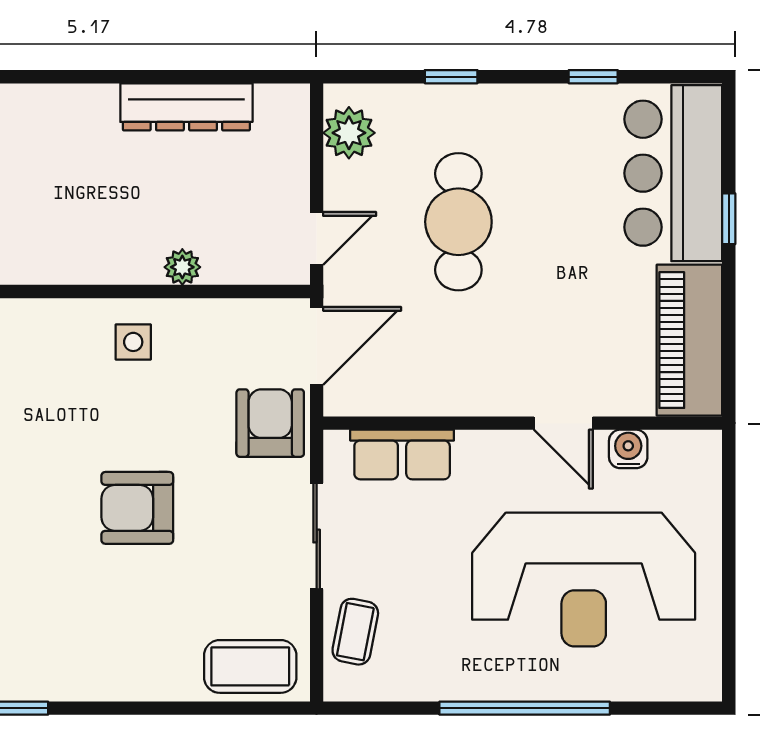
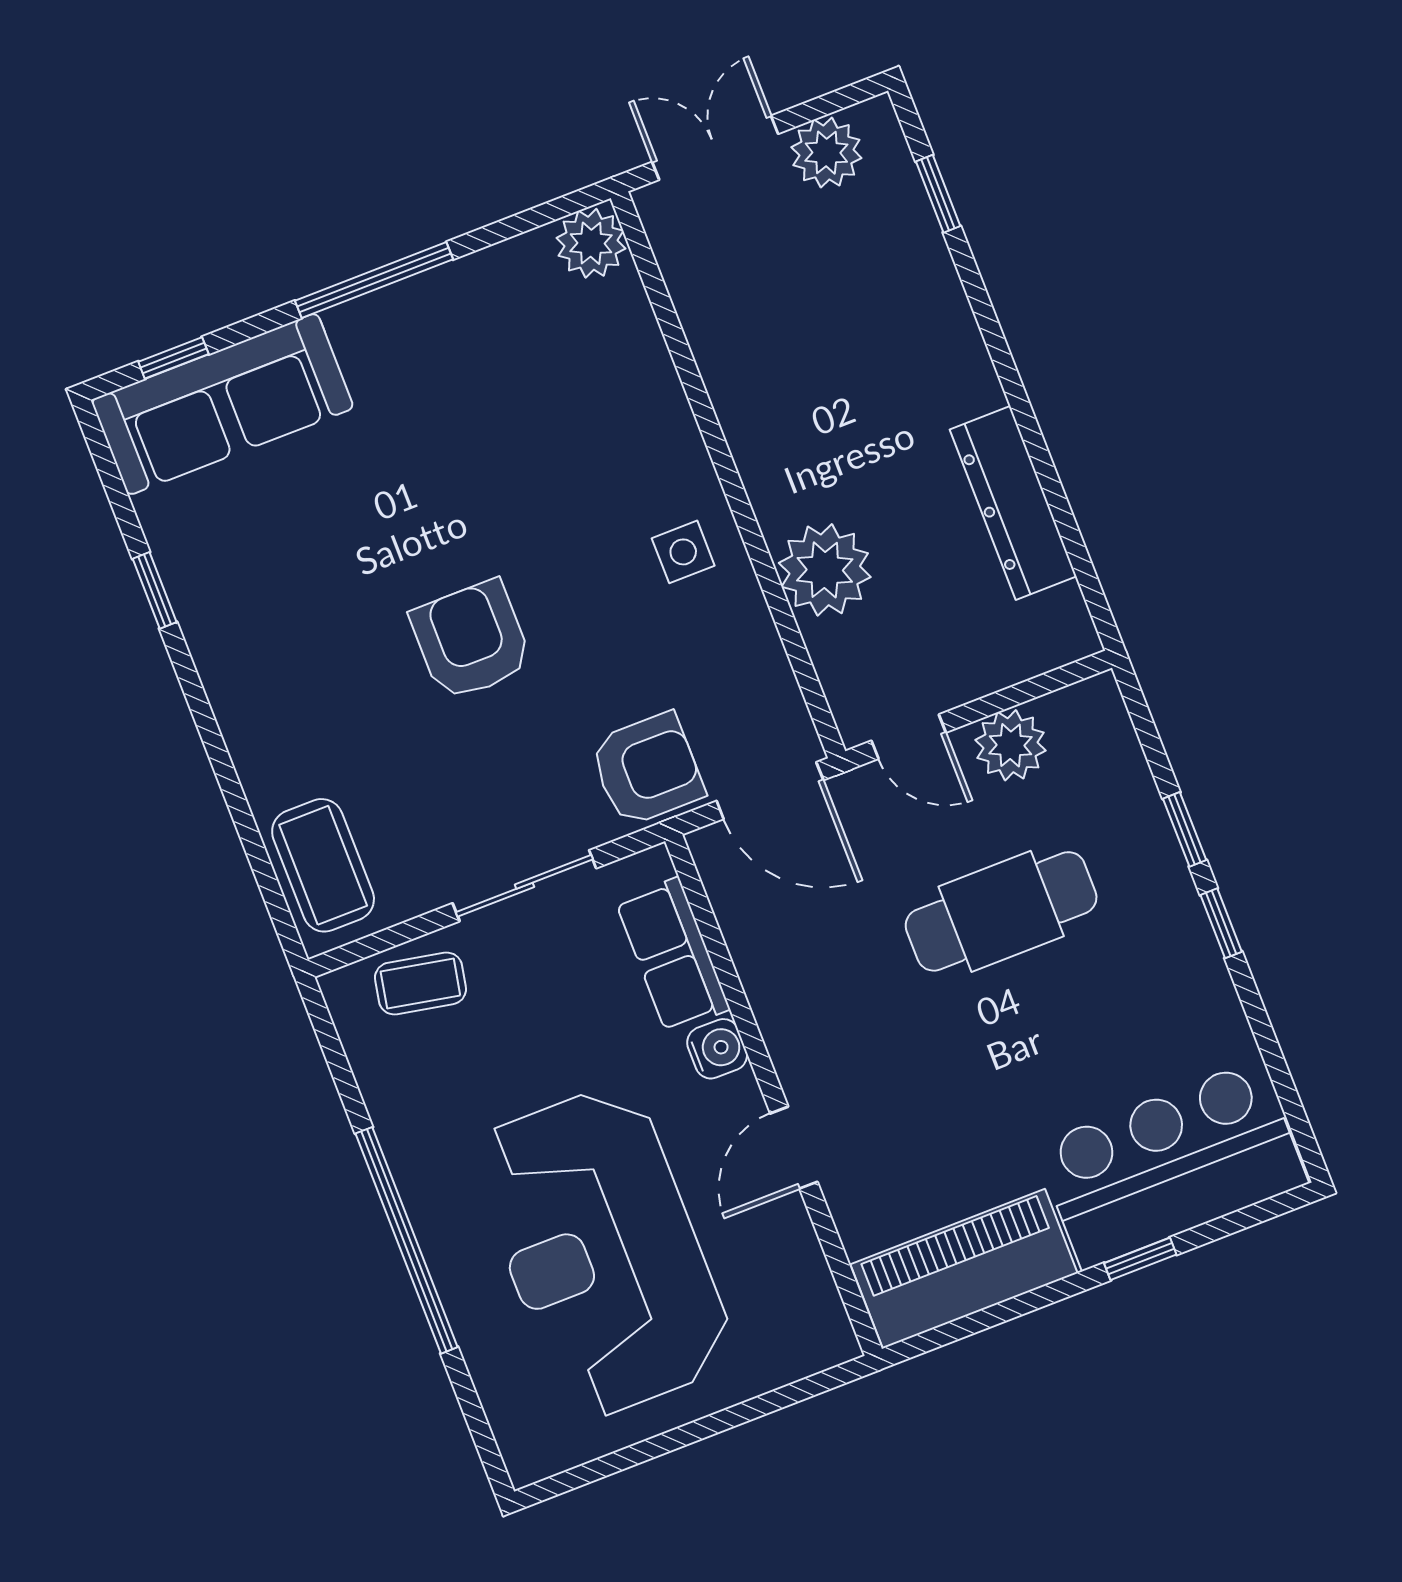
window: (593, 77) -> (1221, 923), moved
plant: (349, 133) -> (1011, 745), moved
plant: (182, 267) -> (825, 570), width x1.87, depth x1.87
water cooler: (628, 449) -> (717, 1049), moved

